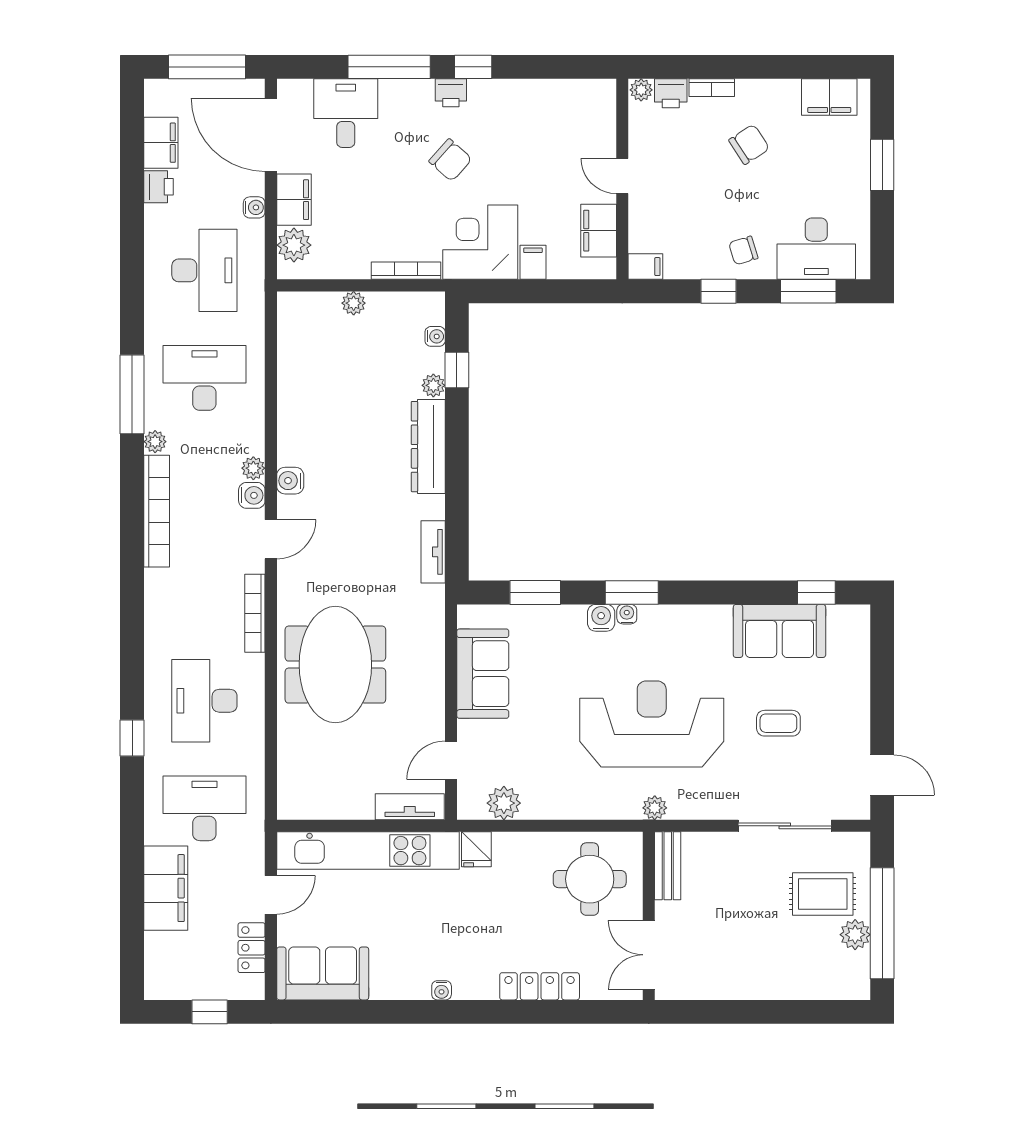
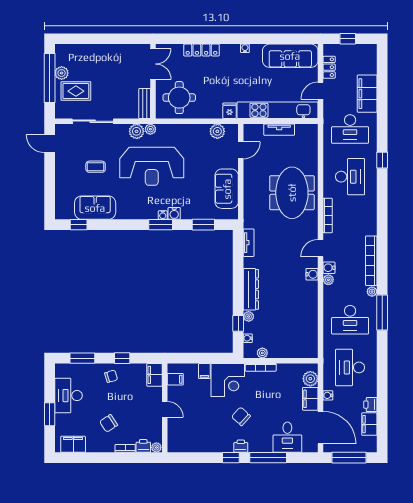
filing cabinet: (599, 231) -> (175, 379), width x0.50
desk: (816, 249) -> (68, 396), moved, turned -90
filing cabinet: (645, 267) -> (155, 375), width x2.00
plant: (354, 303) -> (262, 353), moved
plant: (686, 803) -> (137, 131), added
tv unit: (410, 807) -> (279, 130), moved
sofa: (323, 973) -> (290, 56), width x1.36

